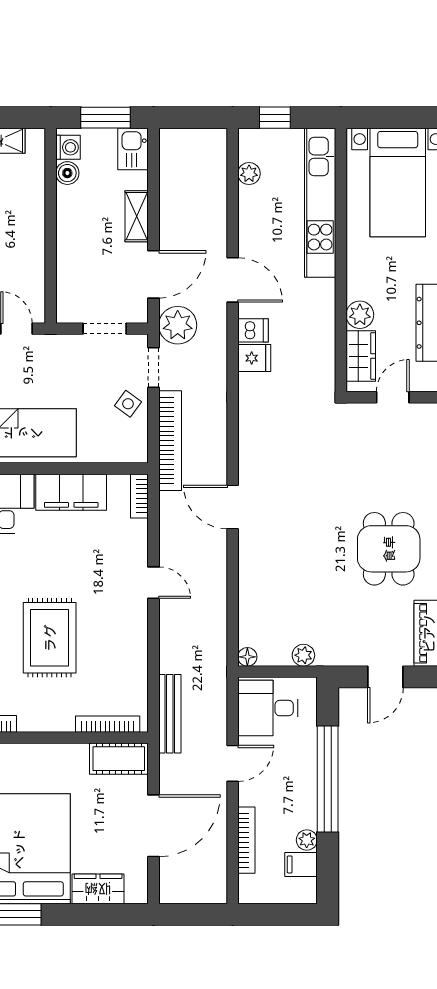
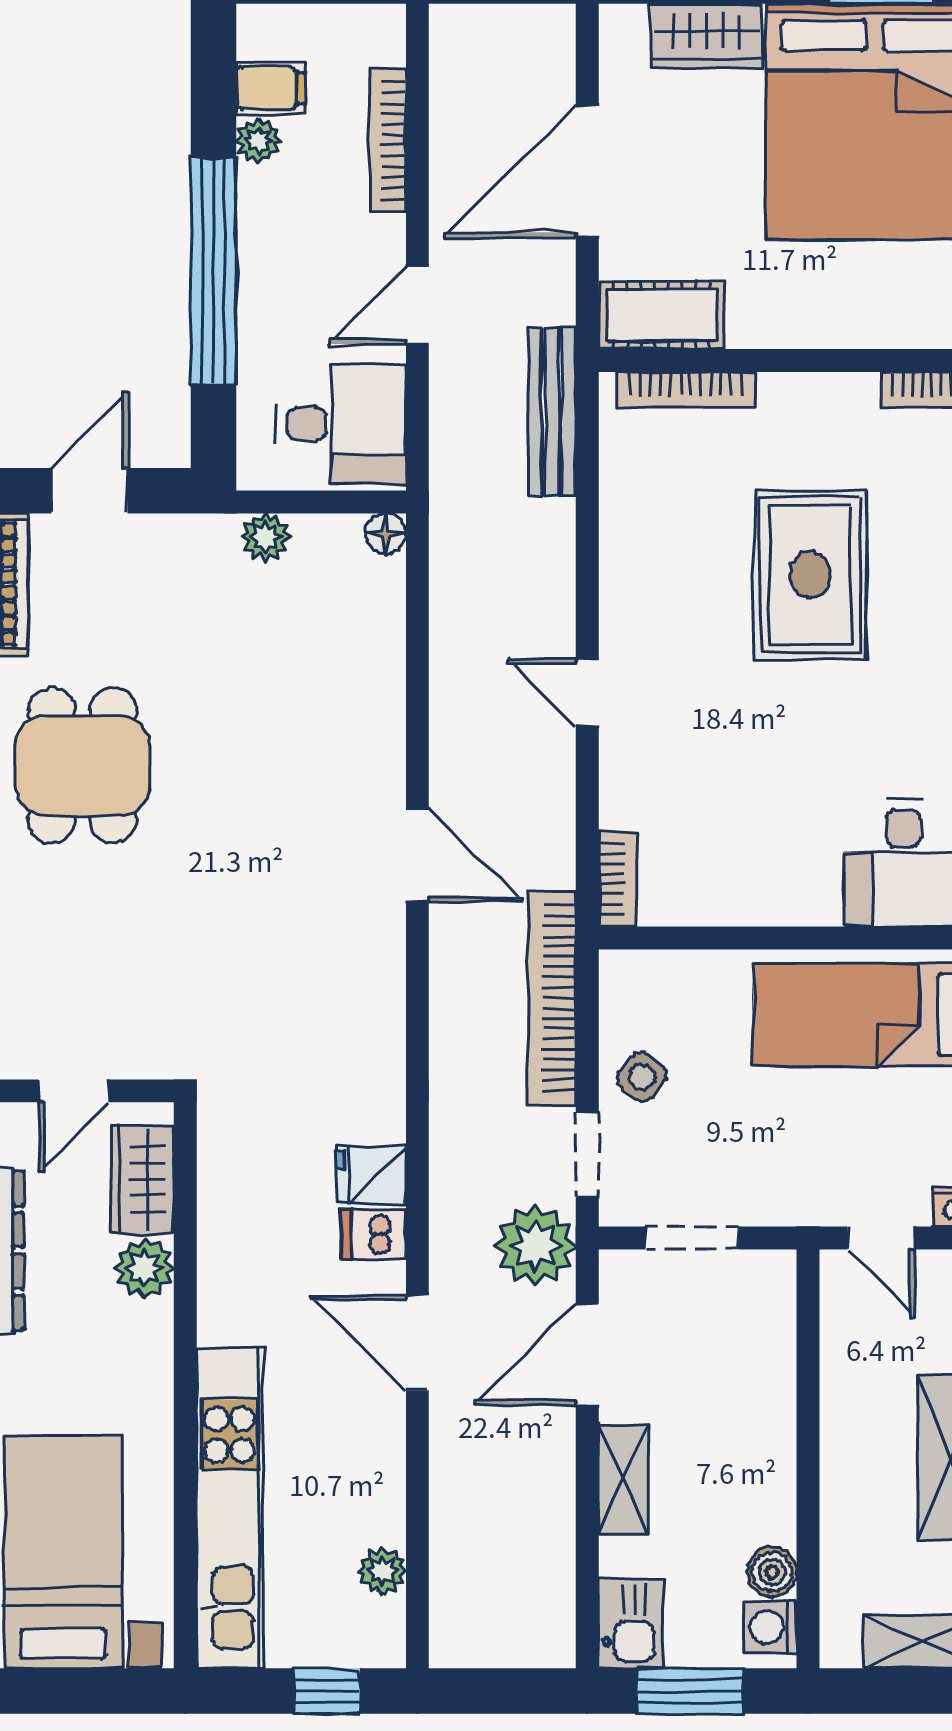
filing cabinet: (71, 492) -> (764, 887), removed

